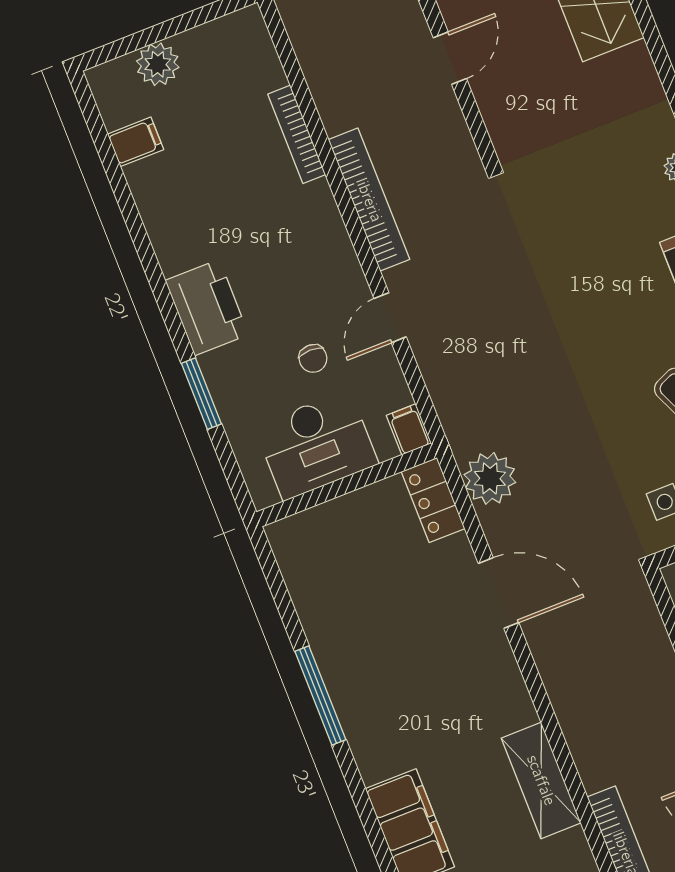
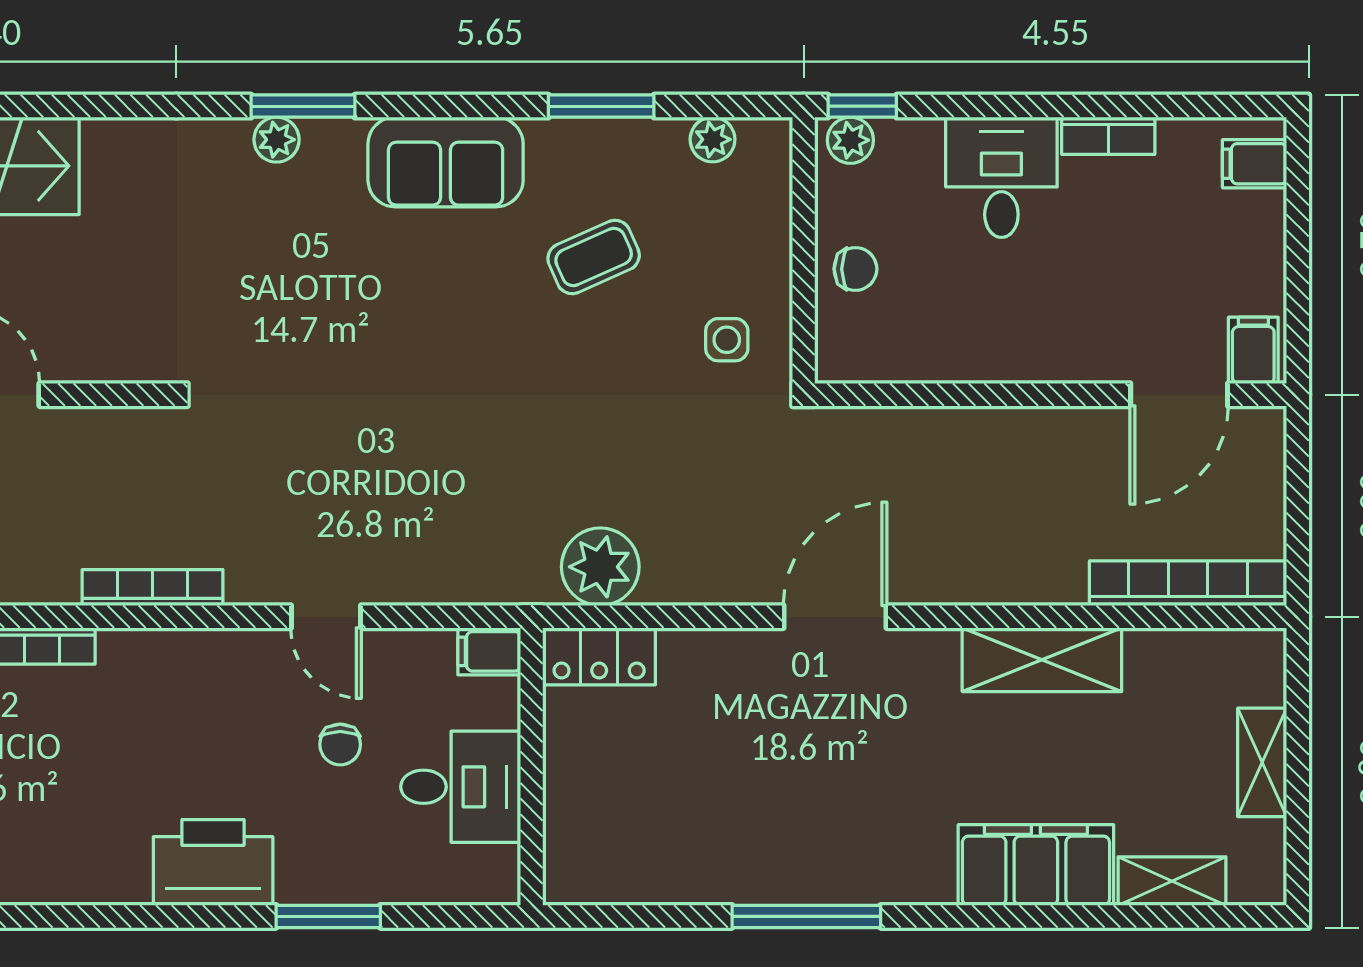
bookcase: (369, 200) -> (153, 588), width x0.68, depth x0.76
chair: (313, 358) -> (340, 745), turned 90
desk: (316, 445) -> (461, 787), width x0.73
door: (499, 593) -> (835, 617), moved

